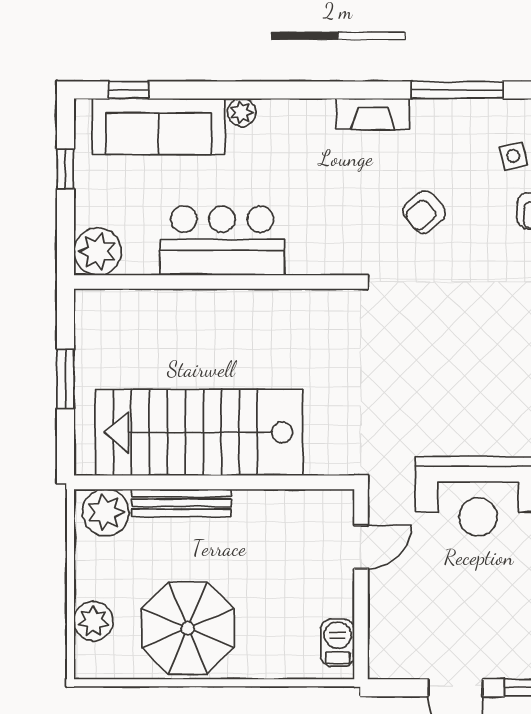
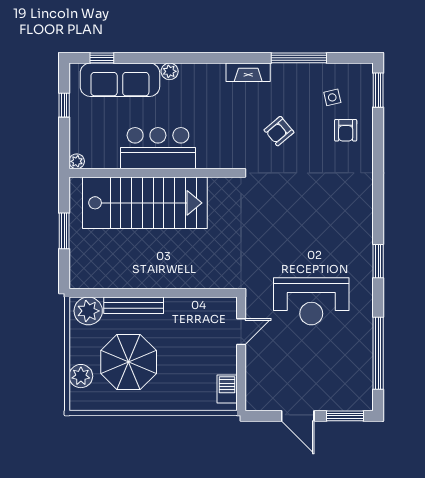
plant: (97, 252) -> (77, 161), width x0.53, depth x0.53
stairs: (199, 432) -> (145, 203), moved, turned 180
parasol: (188, 628) -> (129, 362), moved

